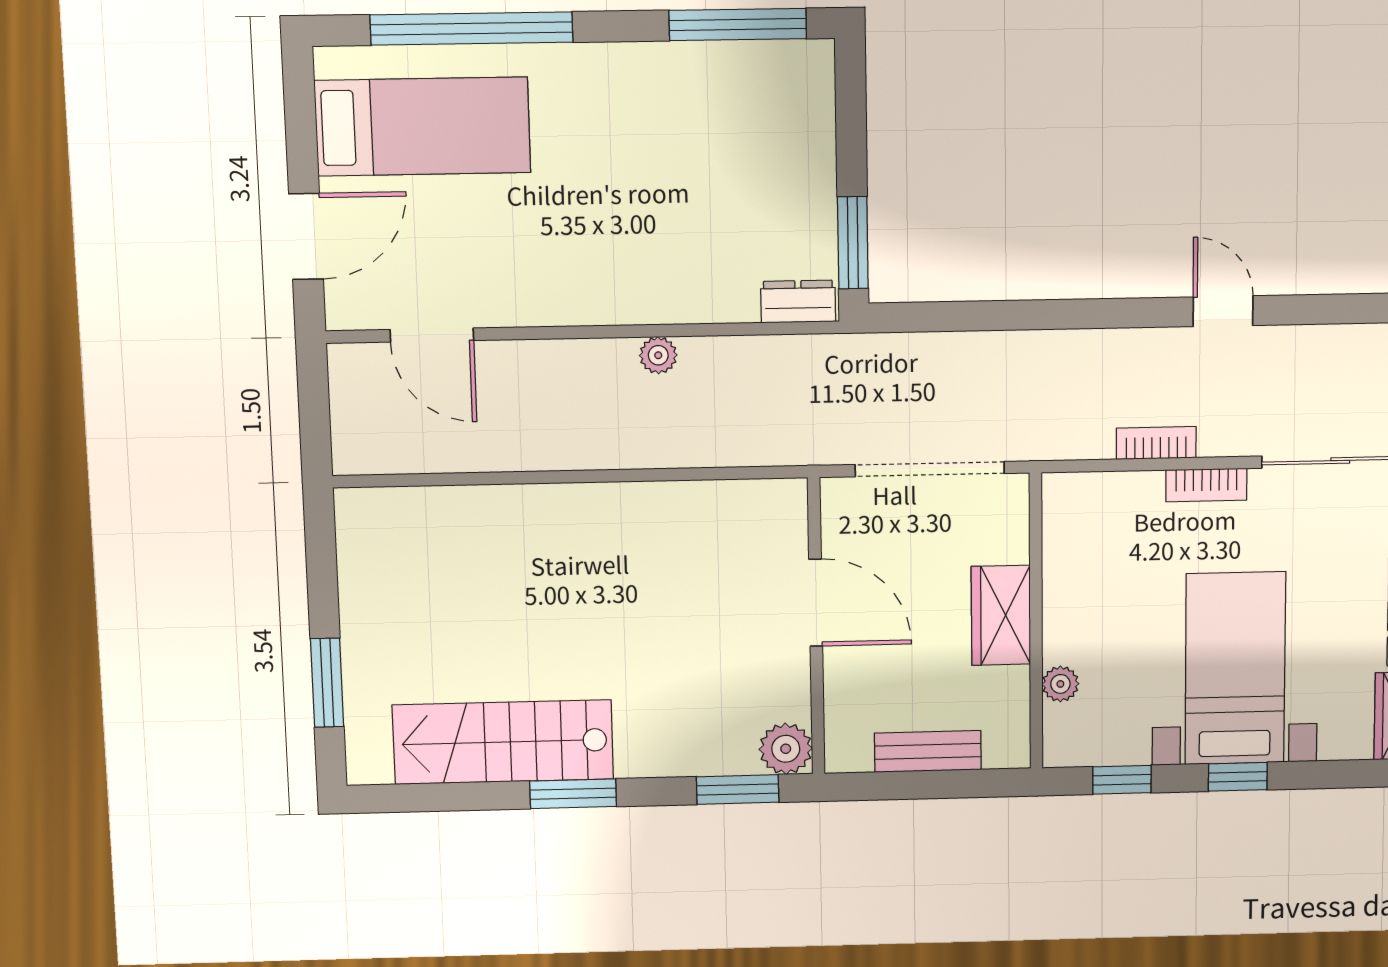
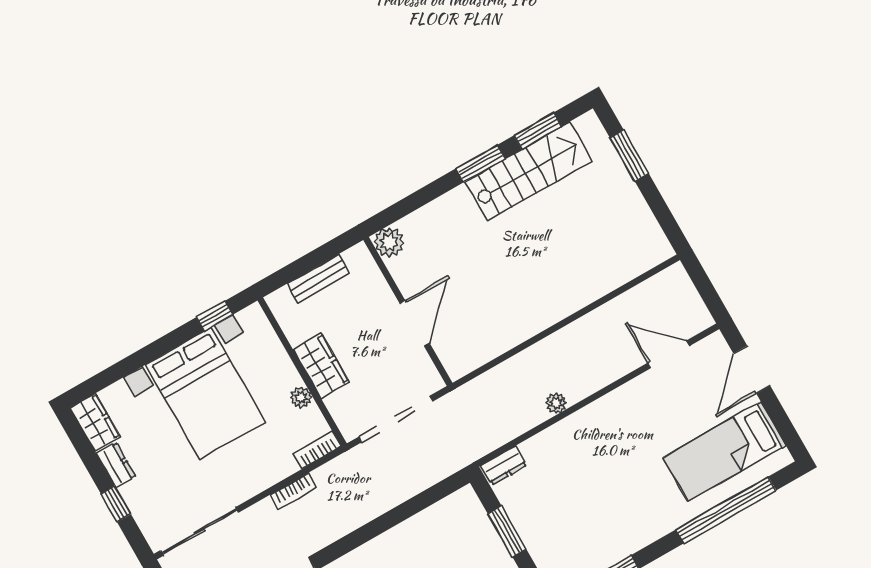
window: (853, 243) -> (507, 532), moved
bookcase: (1206, 485) -> (317, 450), moved
door: (816, 603) -> (415, 323), swing flipped
bed with nightstands: (1235, 668) -> (205, 393), width x1.36
plant: (1060, 684) -> (301, 397), moved
window: (1238, 777) -> (158, 348), removed
window: (738, 790) -> (538, 131), moved

